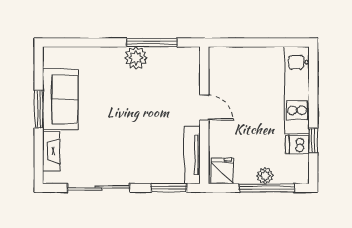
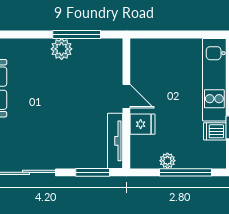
fridge: (222, 171) -> (143, 124), moved, turned 90
plant: (265, 176) -> (167, 161), moved

